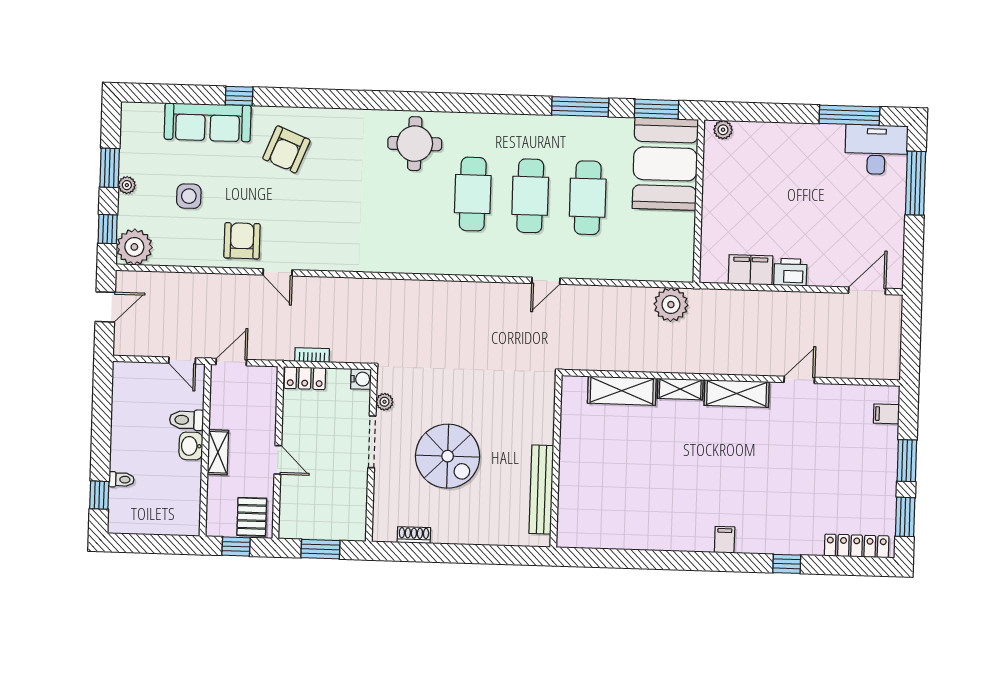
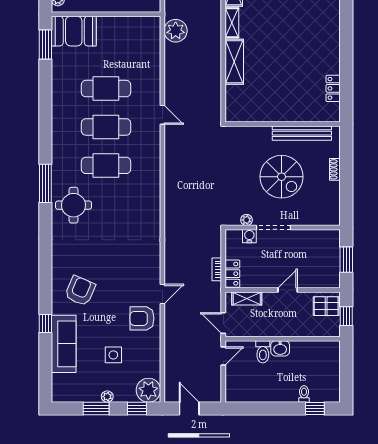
window: (580, 107) -> (45, 183), moved
armchair: (286, 149) -> (80, 291), turned -89
booth: (665, 164) -> (74, 31), width x0.73, depth x0.70
water cooler: (361, 379) -> (249, 236), moved
shelving: (218, 452) -> (247, 298), moved
spiral stairs: (448, 456) -> (282, 177), turned 90
wall: (556, 461) -> (283, 124), moved
bench: (541, 490) -> (302, 133), moved
shoe rack: (414, 535) -> (335, 169), moved
locker: (577, 538) -> (333, 88), added

